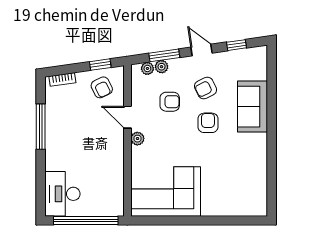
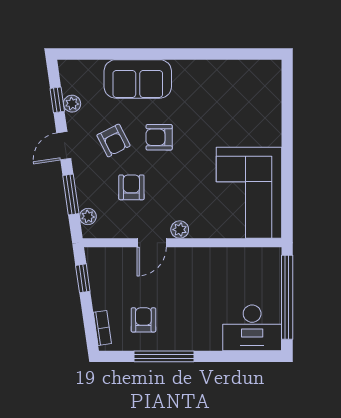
plant: (162, 67) -> (72, 104), moved
armchair: (102, 87) -> (143, 320), moved, turned -64

